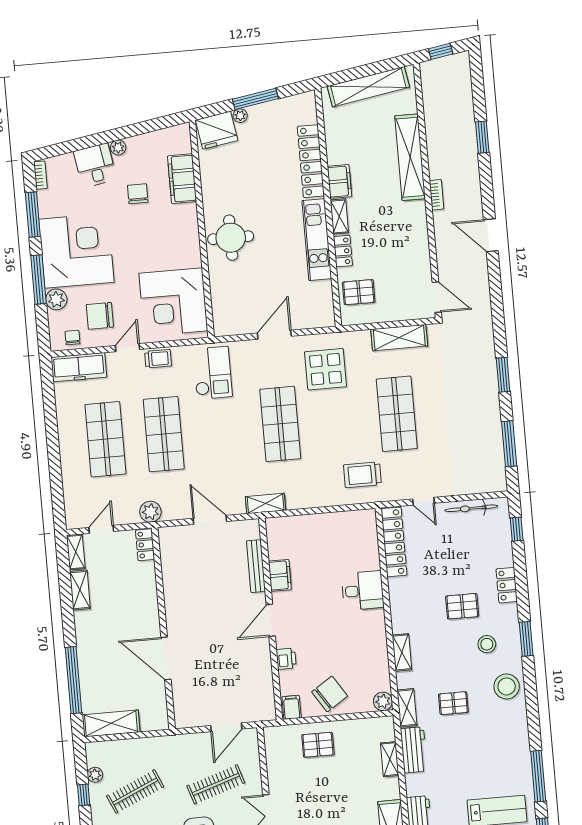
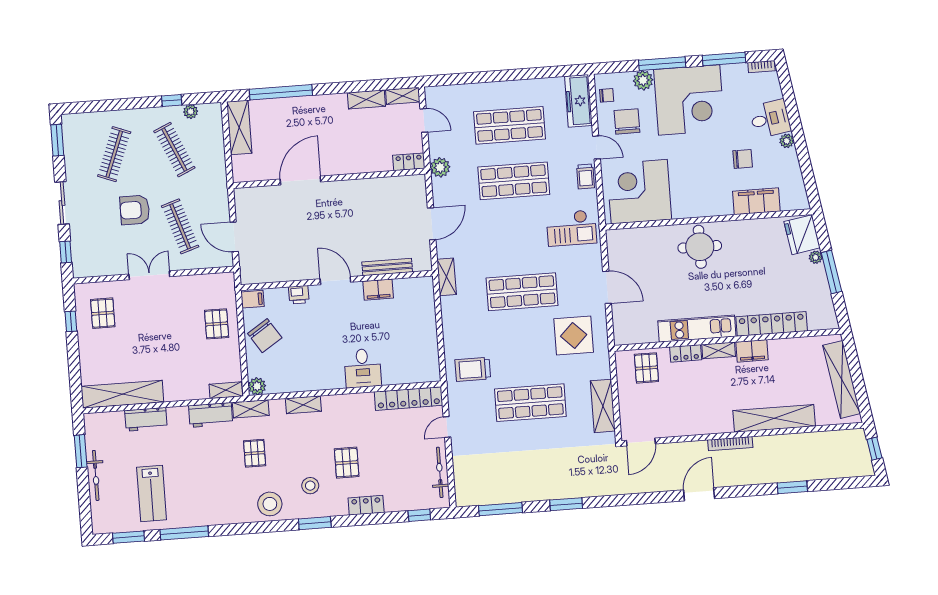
bookcase: (437, 195) -> (730, 444), width x1.56
trolley: (362, 475) -> (473, 369), turned -90
shelving: (390, 759) -> (226, 390), moved

